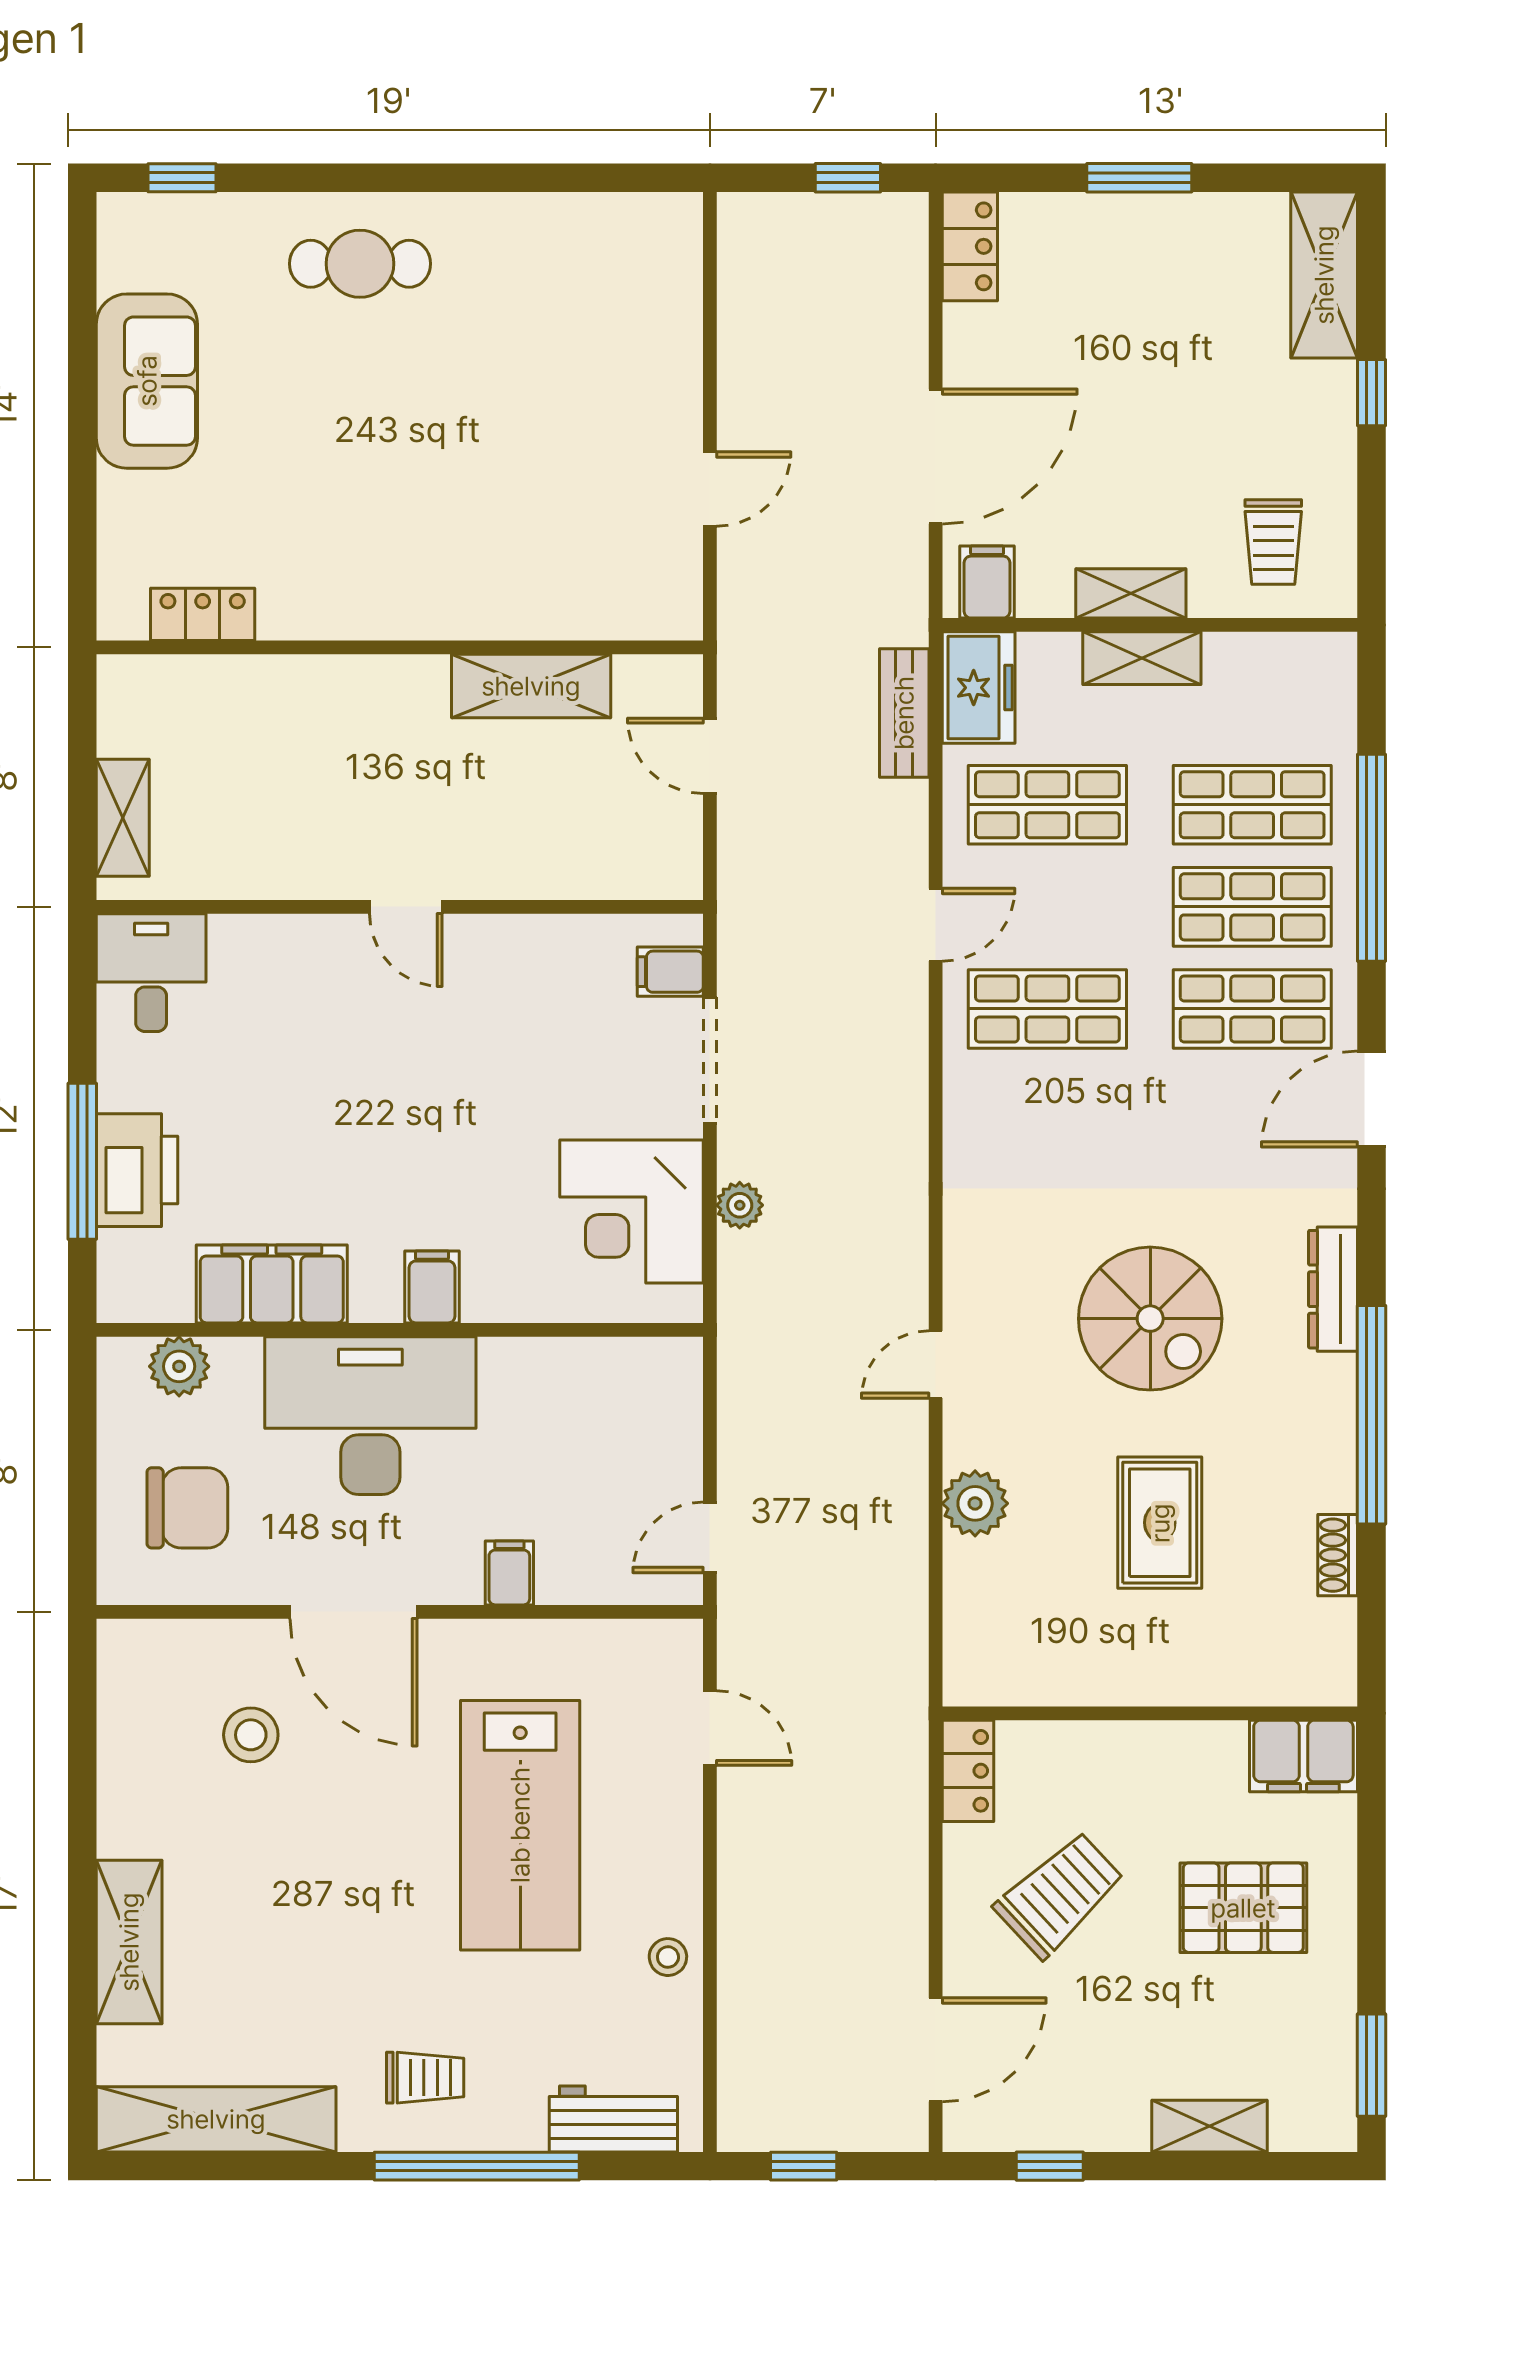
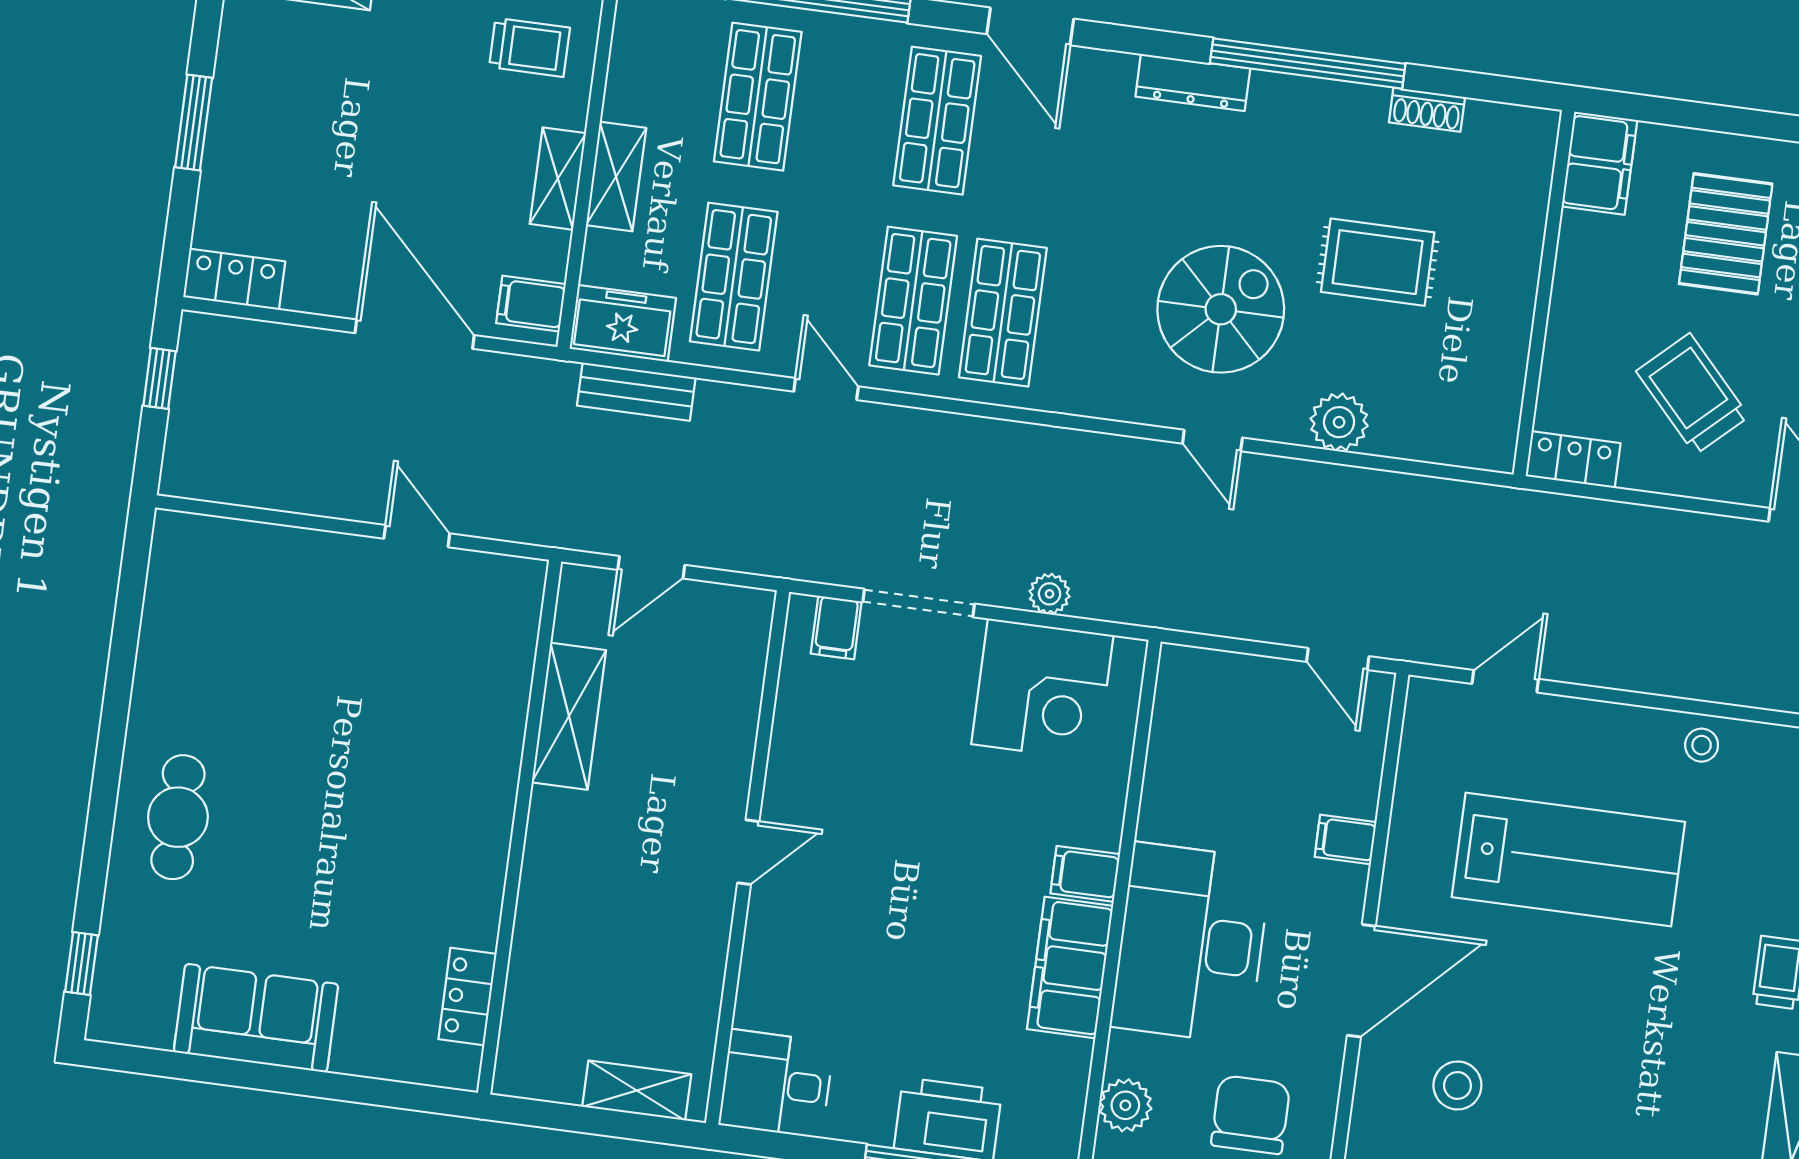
shop shelf: (1252, 907) -> (1003, 313), moved
filing cabinet: (272, 1284) -> (1070, 967), moved
spiral stairs: (1150, 1319) -> (1221, 309), moved

